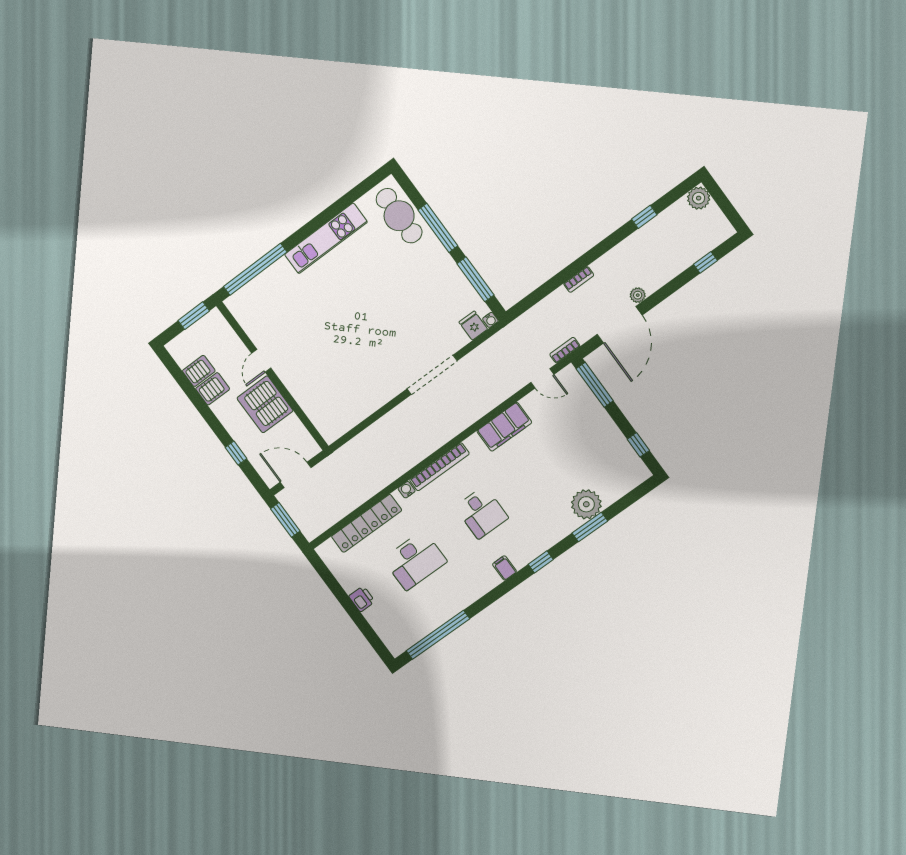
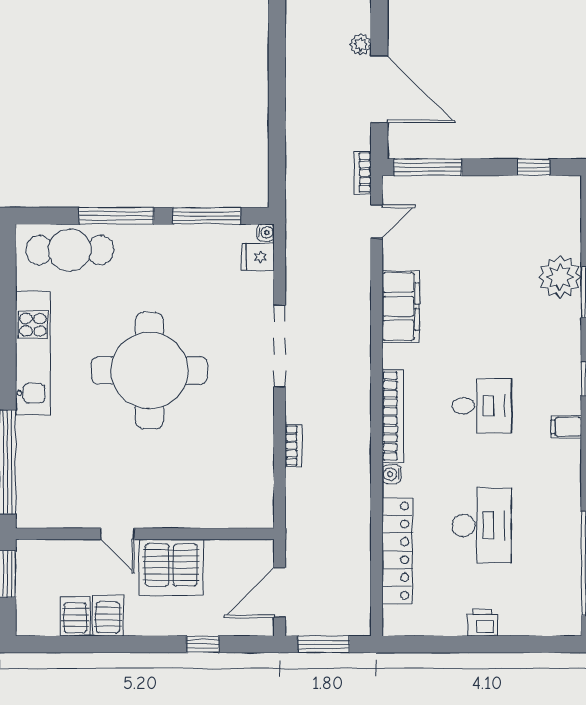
bookcase: (579, 279) -> (293, 446), moved
round table: (365, 311) -> (149, 370), added

